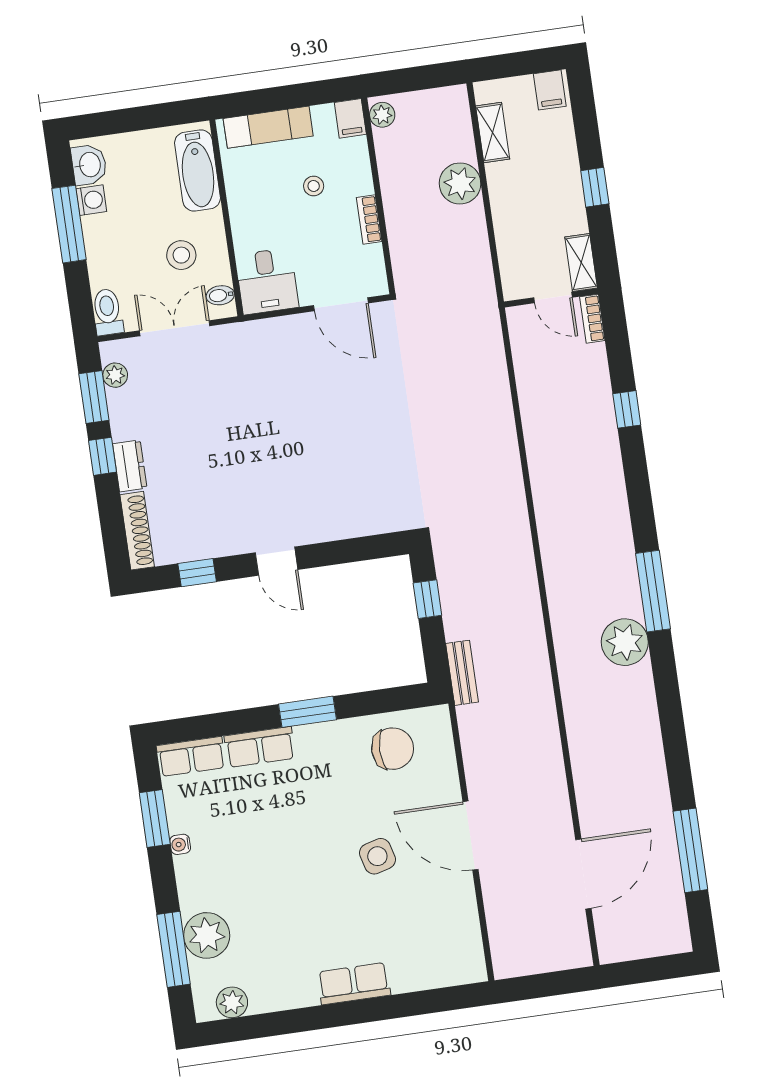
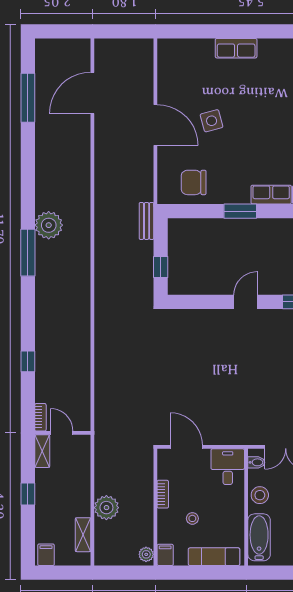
stool: (181, 255) -> (260, 495), moved
door: (277, 561) -> (246, 302), hinge flipped

